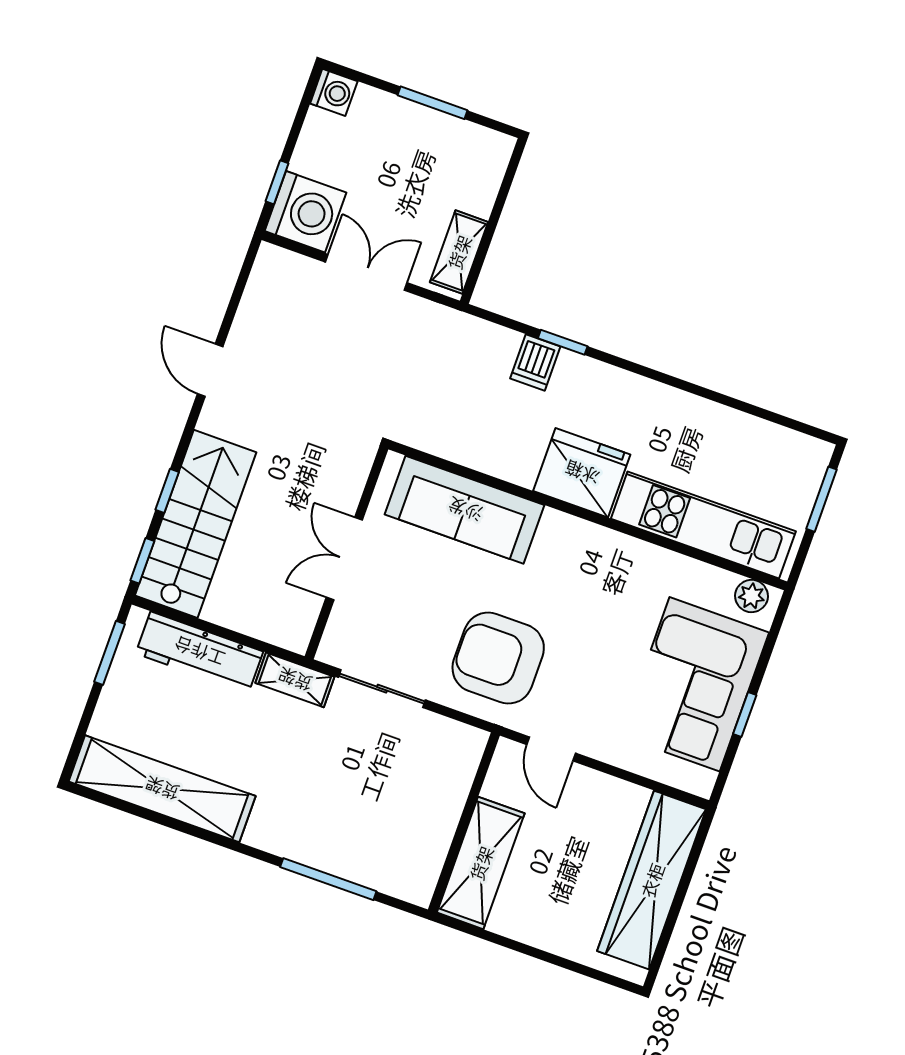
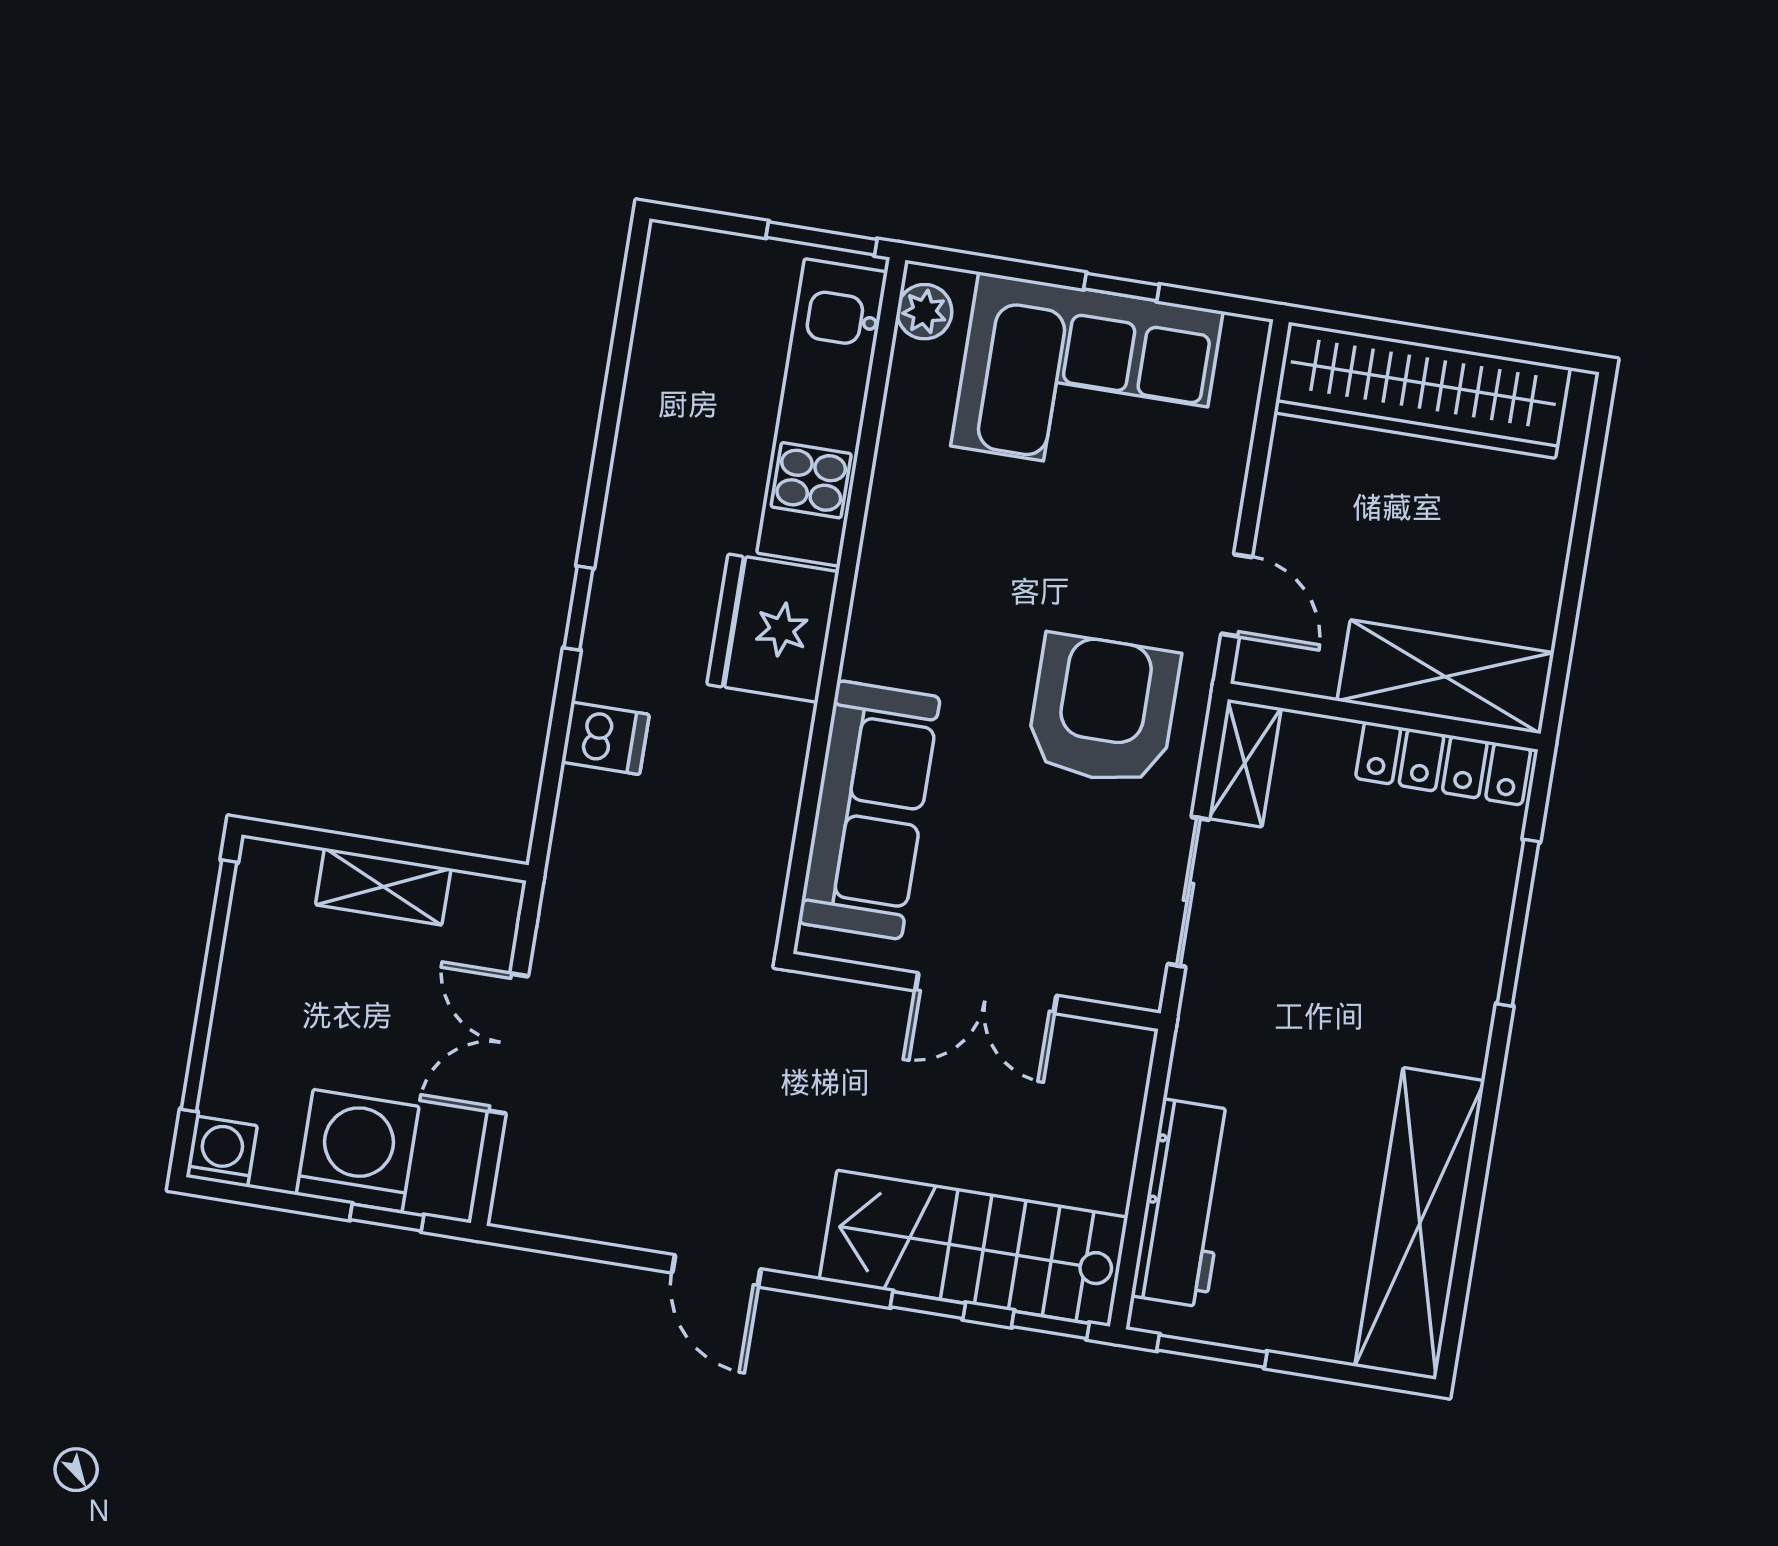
window: (432, 103) -> (209, 986), width x2.11
washing machine: (306, 212) -> (358, 1151), moved
shelving: (459, 252) -> (383, 887), moved
window: (563, 342) -> (578, 608), moved
door: (210, 370) -> (716, 1271), hinge flipped
window: (821, 499) -> (822, 238), moved
armchair: (498, 658) -> (1103, 710), turned 180
shelving: (295, 680) -> (1245, 763), moved
door: (551, 749) -> (1237, 595), hinge flipped
locker: (430, 852) -> (1443, 763), added

